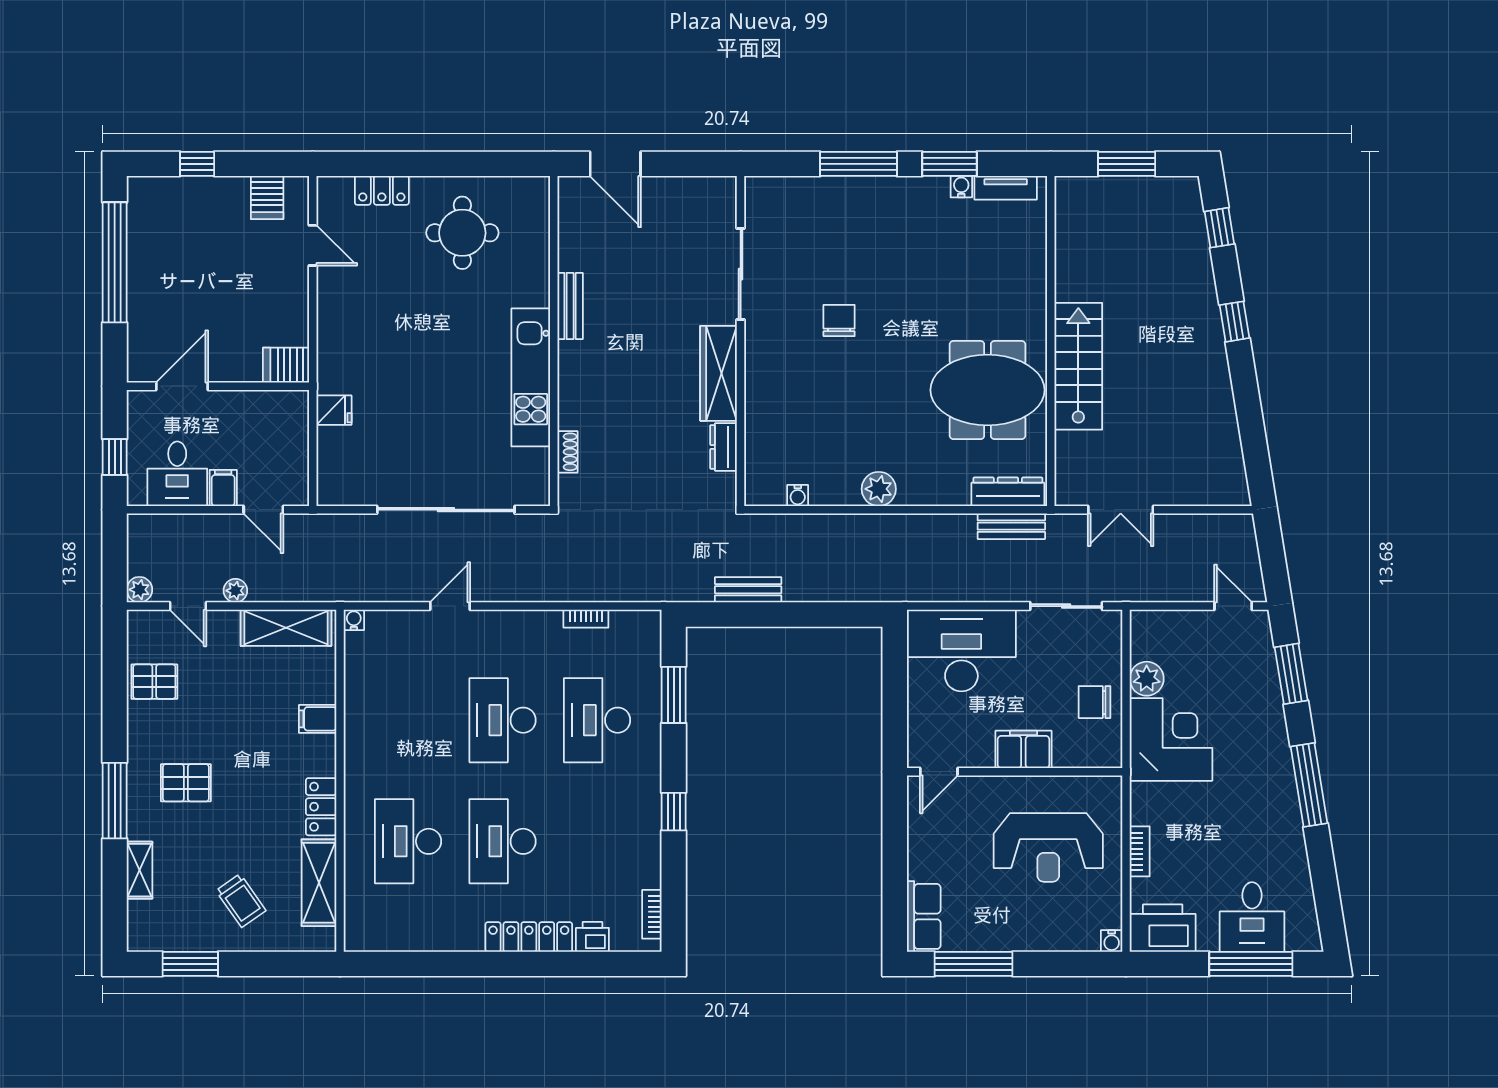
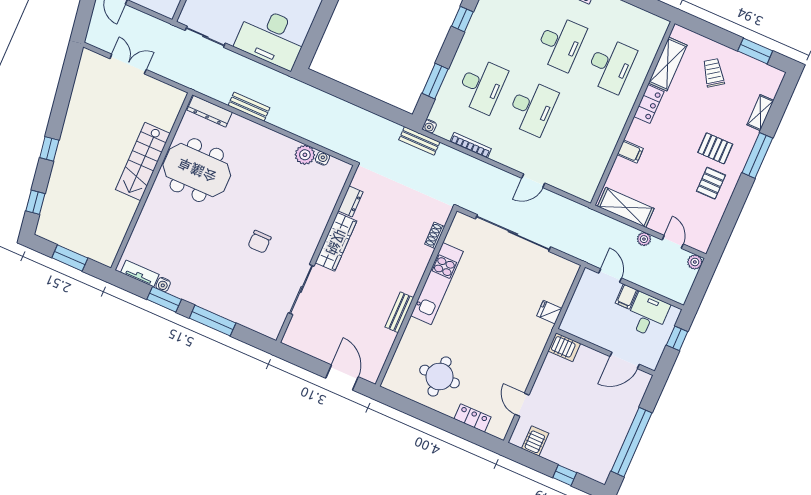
plant: (879, 489) -> (305, 155), moved
double door: (1121, 510) -> (128, 64), moved
bench: (1011, 526) -> (249, 107), moved
bench: (748, 590) -> (419, 141), moved
bookcase: (586, 619) -> (471, 145), width x1.56
water cooler: (354, 620) -> (429, 126), moved
pallet: (154, 682) -> (711, 183), moved, turned 90

